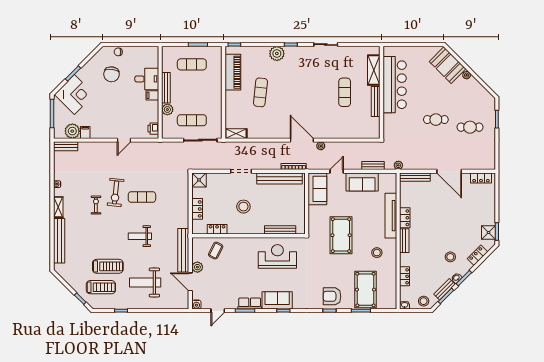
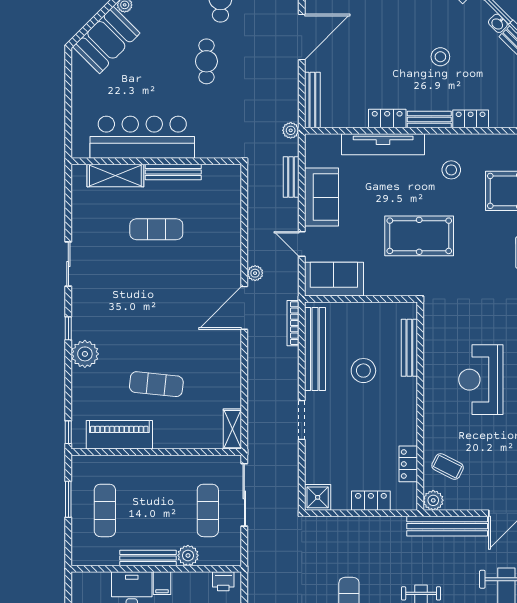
stool: (243, 207) -> (363, 371), moved
reception desk: (277, 256) -> (481, 380), moved
stool: (450, 257) -> (440, 57), moved
plant: (197, 267) -> (433, 500), moved
locker: (405, 276) -> (471, 119), moved

